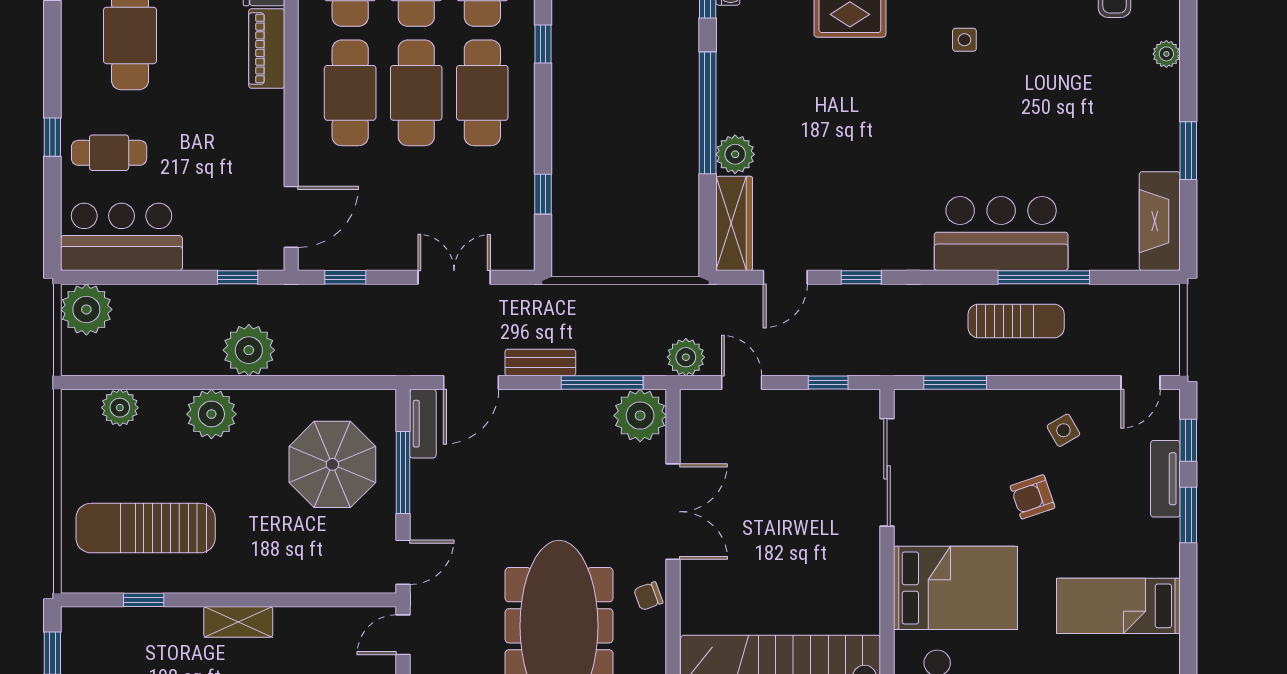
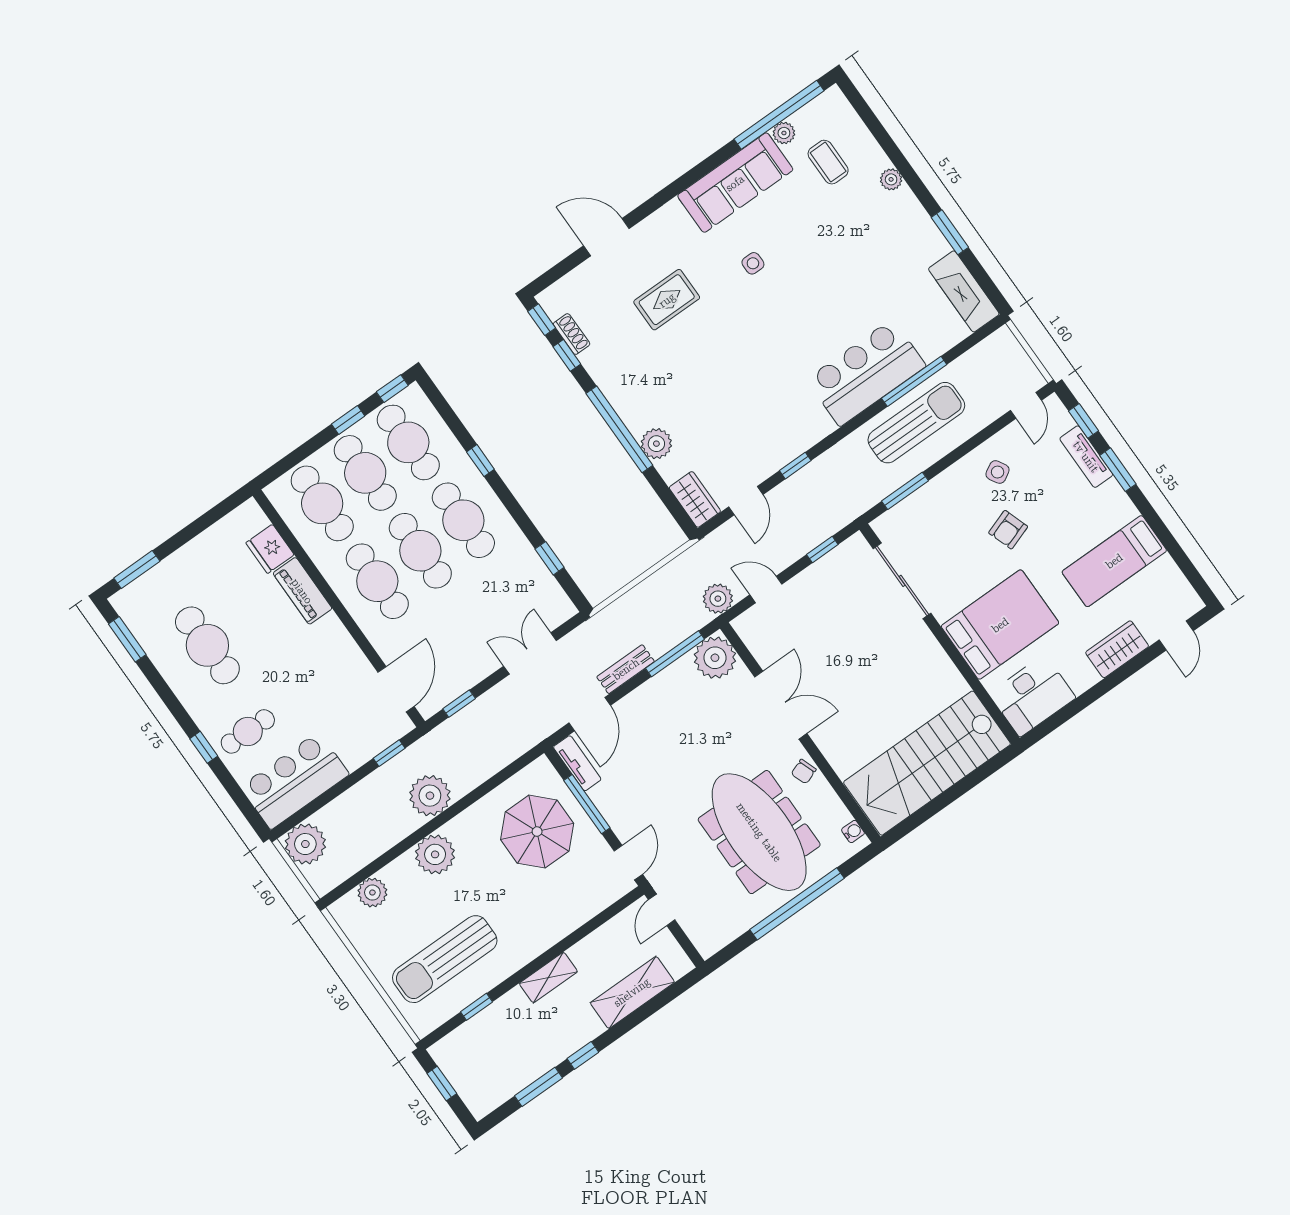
wardrobe: (734, 223) -> (695, 499), width x0.67
sun lounger: (1016, 321) -> (916, 423), width x1.36, depth x1.34

